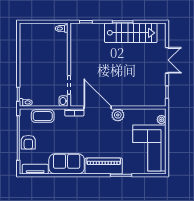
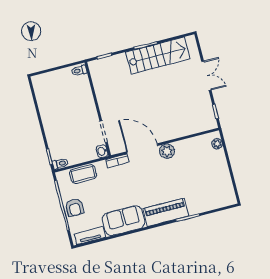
corner sofa: (149, 148) -> (212, 179), removed

